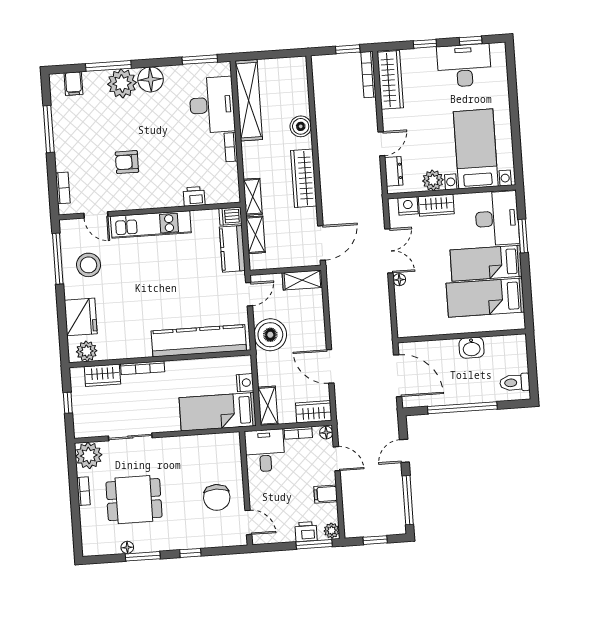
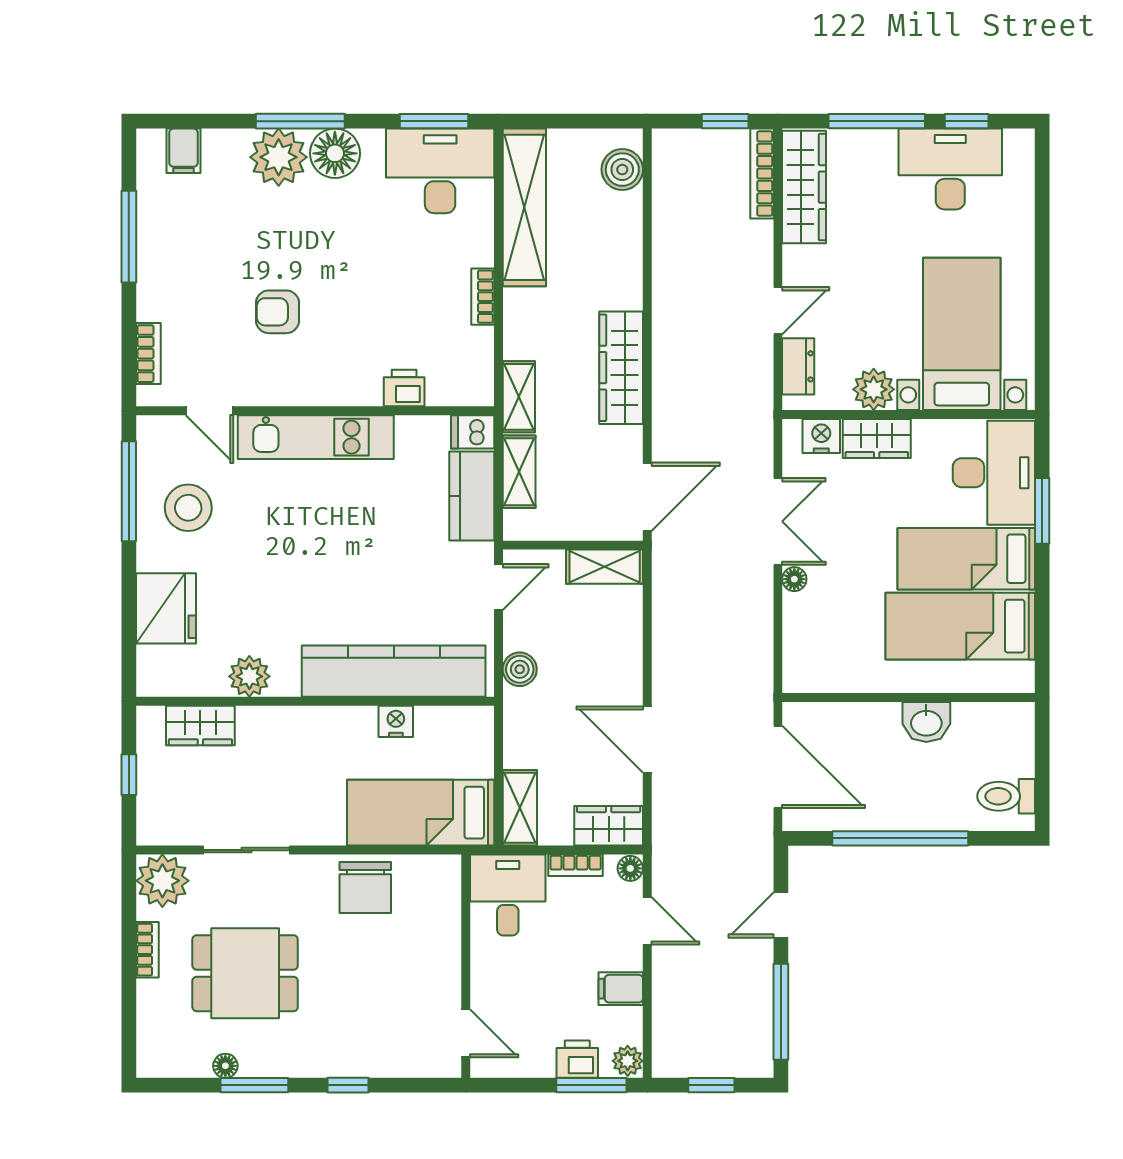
window: (425, 44) -> (877, 121), width x2.17
window: (108, 66) -> (300, 121), moved
desk: (212, 105) -> (440, 171), moved, turned -90
boiler: (301, 126) -> (622, 170), moved
boiler: (270, 335) -> (520, 669), width x0.54, depth x0.54
plant: (87, 351) -> (249, 676), moved
bookcase: (143, 368) -> (280, 716), removed
nightstand: (245, 383) -> (396, 721), moved, turned -90
chair: (217, 497) -> (365, 887), moved

